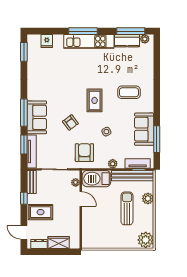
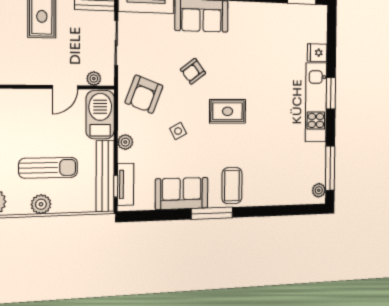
window: (83, 31) -> (331, 93), width x0.69
fridge: (47, 41) -> (317, 53), moved
kitchen counter: (127, 41) -> (317, 162), removed
coffee table: (129, 92) -> (232, 186), moved
window: (157, 139) -> (212, 213), moved
armchair: (84, 153) -> (144, 94), turned 111
plant: (148, 199) -> (41, 204), moved

